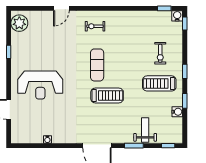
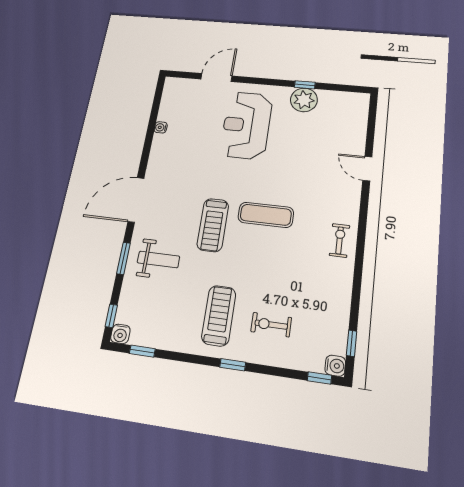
plant: (19, 23) -> (304, 100), moved
exercise bike: (95, 26) -> (340, 240), moved
window: (185, 101) -> (142, 351), moved
water cooler: (177, 112) -> (120, 334), moved
weight bench: (145, 130) -> (158, 259), moved

